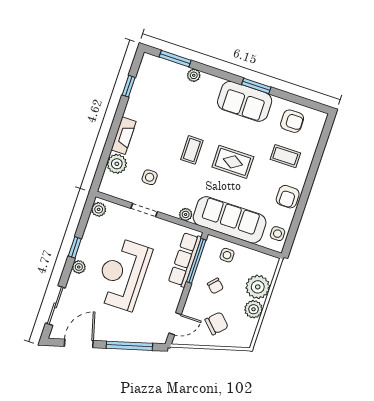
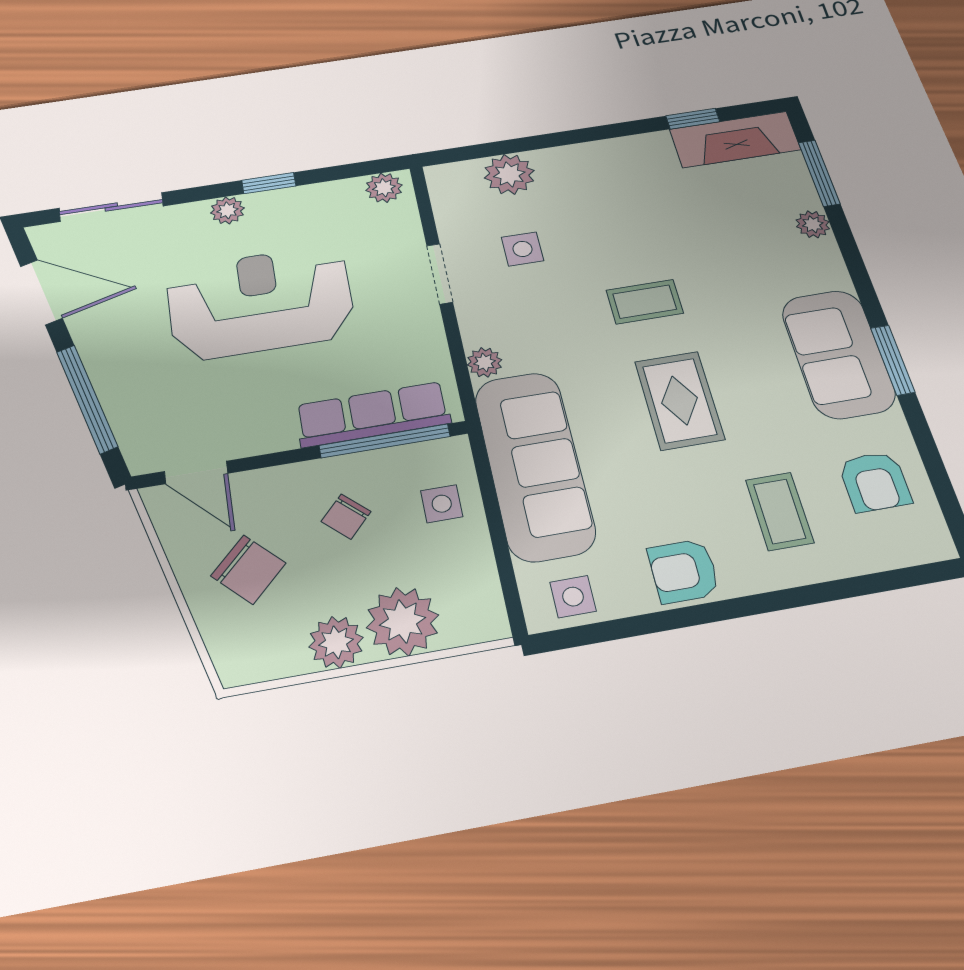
fireplace: (124, 136) -> (735, 139), moved, width x1.37, depth x1.32

